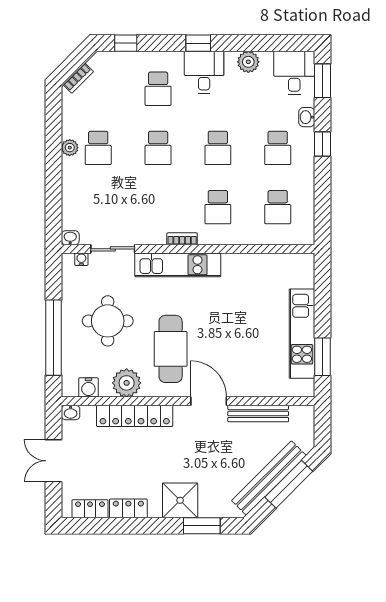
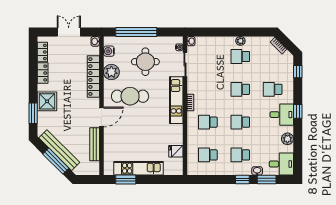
window: (322, 81) -> (267, 179), moved
fridge: (271, 266) -> (176, 151), added

